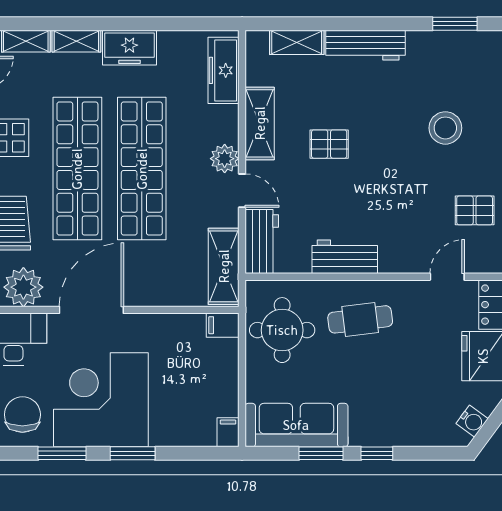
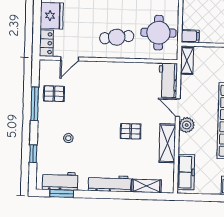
stool: (445, 128) -> (68, 138), width x0.53, depth x0.53
workbench: (345, 257) -> (60, 181), moved, turned 180
shelving: (224, 266) -> (187, 61), width x0.67, depth x0.75

